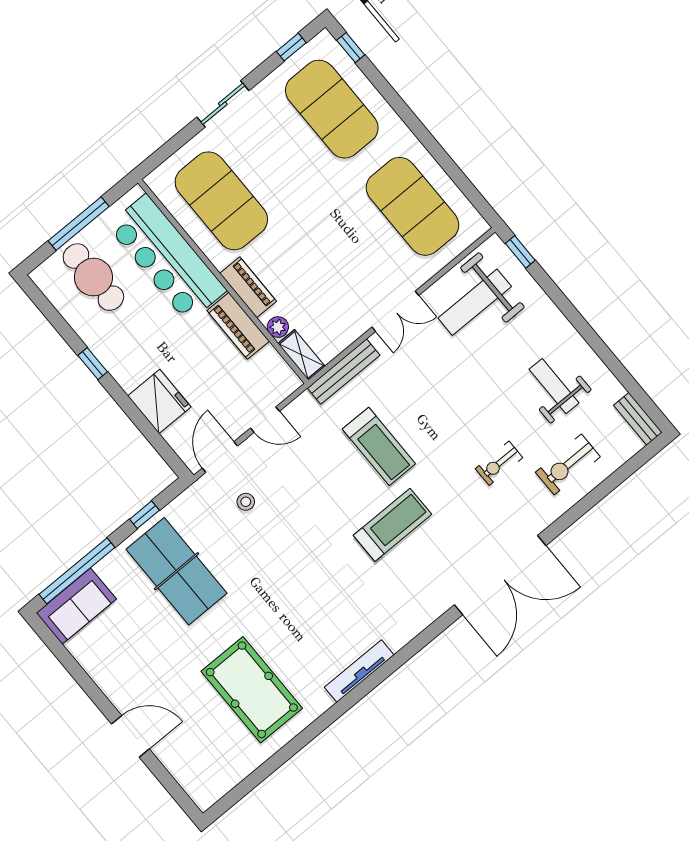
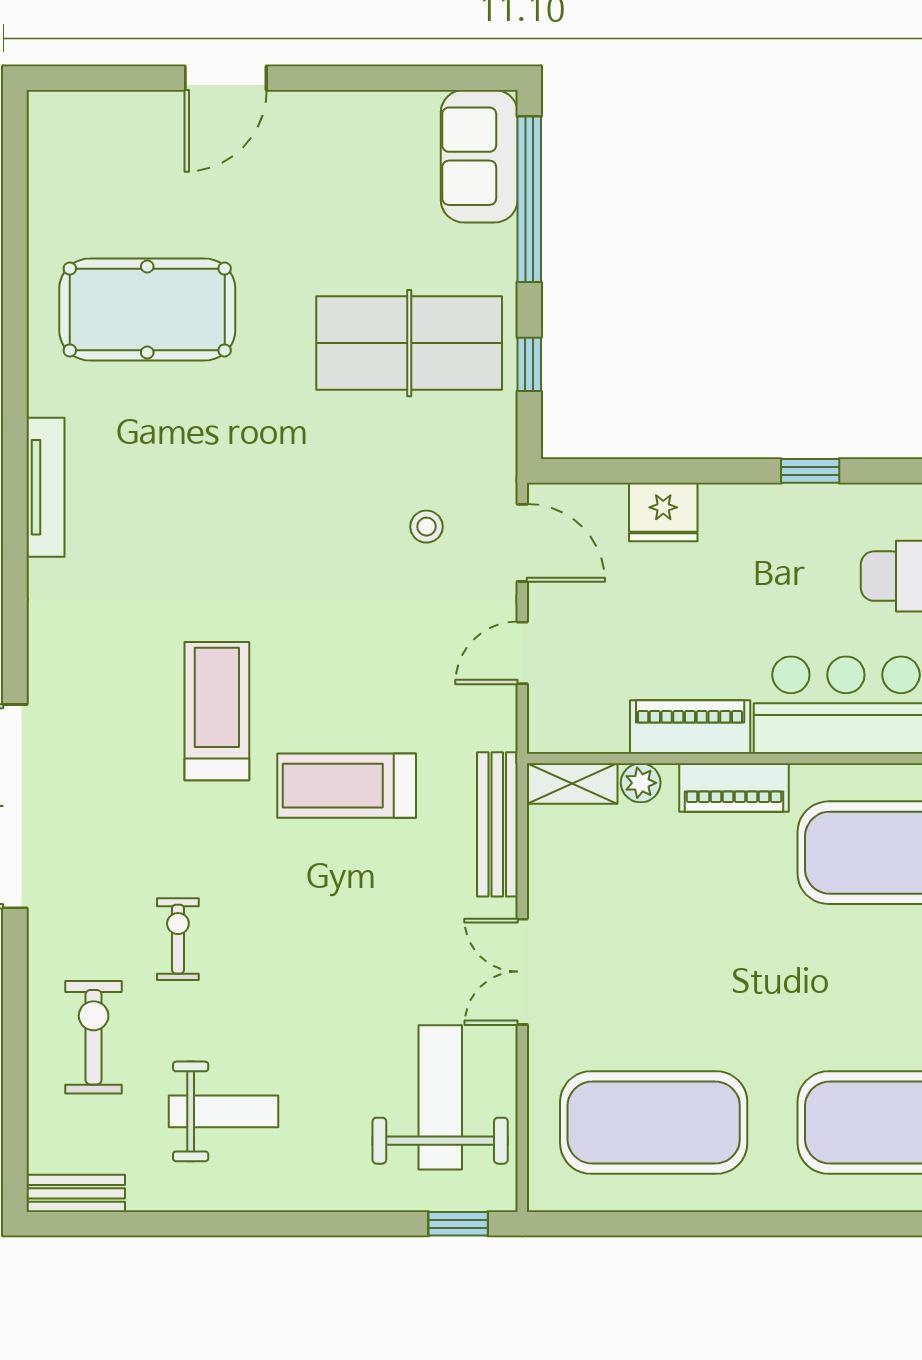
fridge: (159, 401) -> (663, 512), width x0.73, depth x0.75
treadmill: (393, 525) -> (217, 711), turned 180

